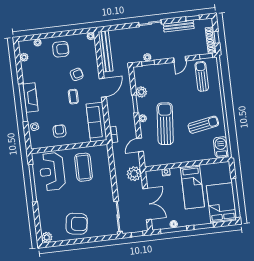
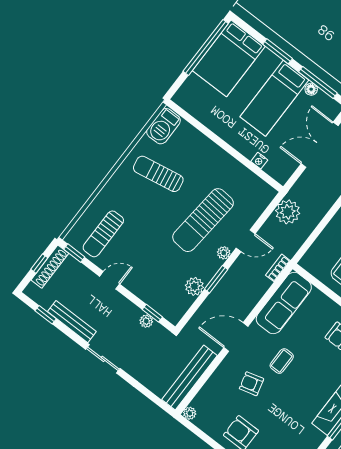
door: (140, 145) -> (246, 241), moved
plant: (134, 174) -> (288, 212), moved
bed: (192, 187) -> (274, 98), moved, turned 180

